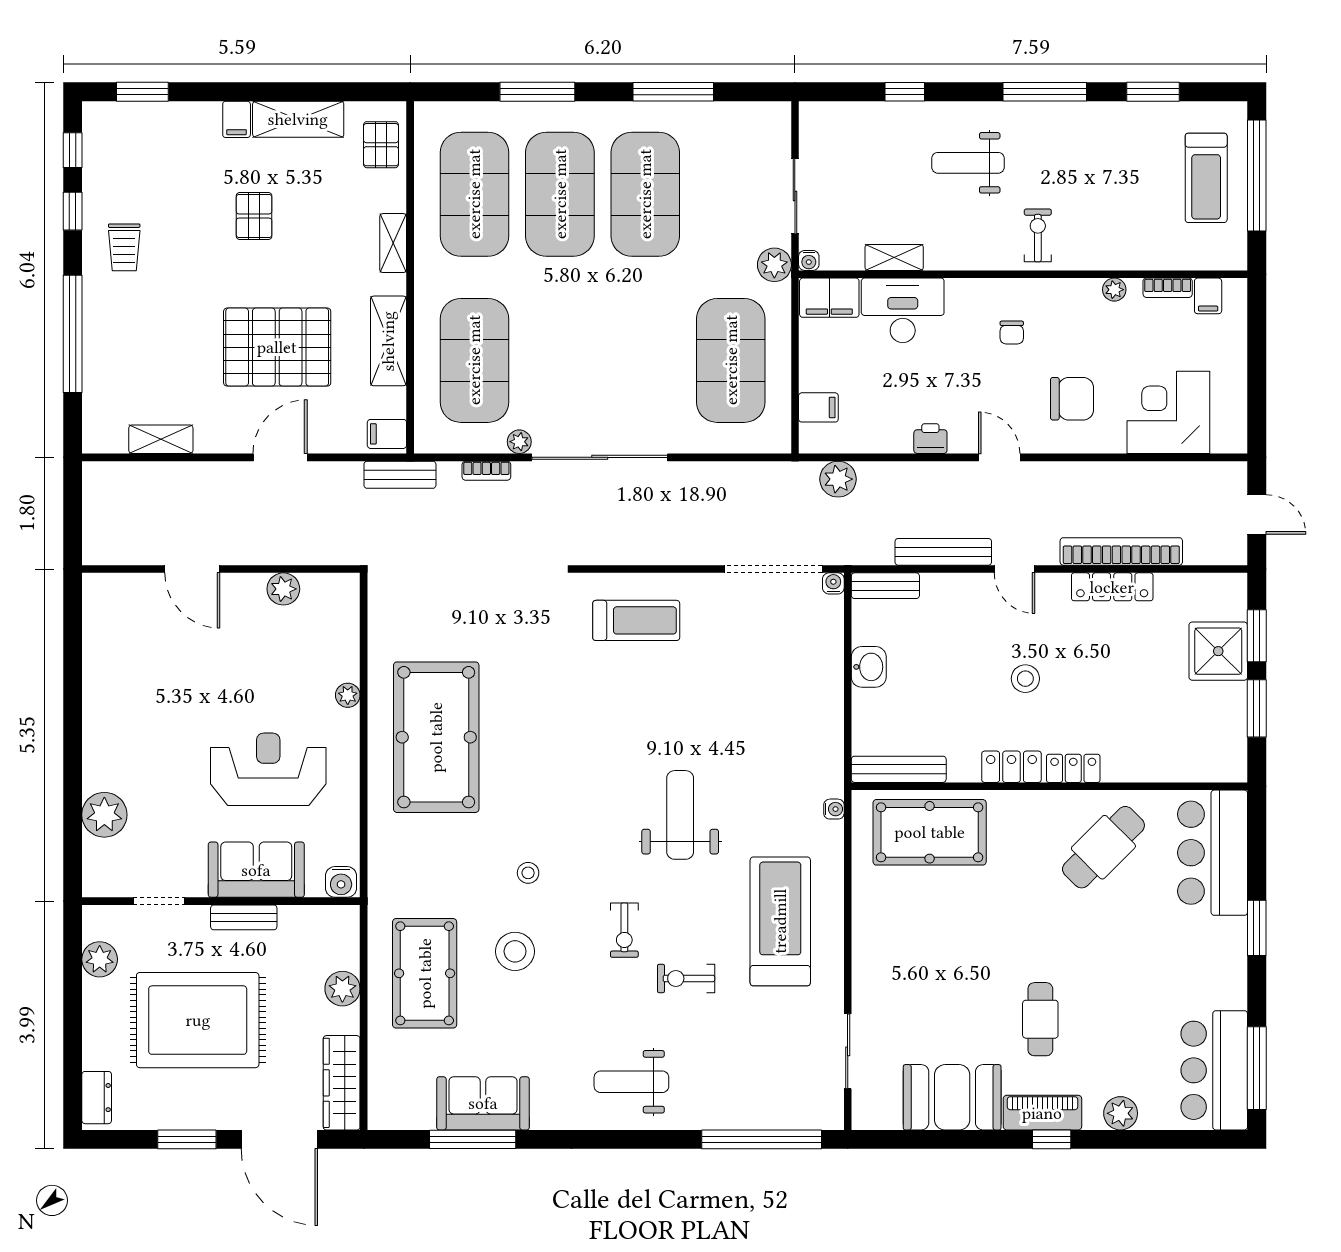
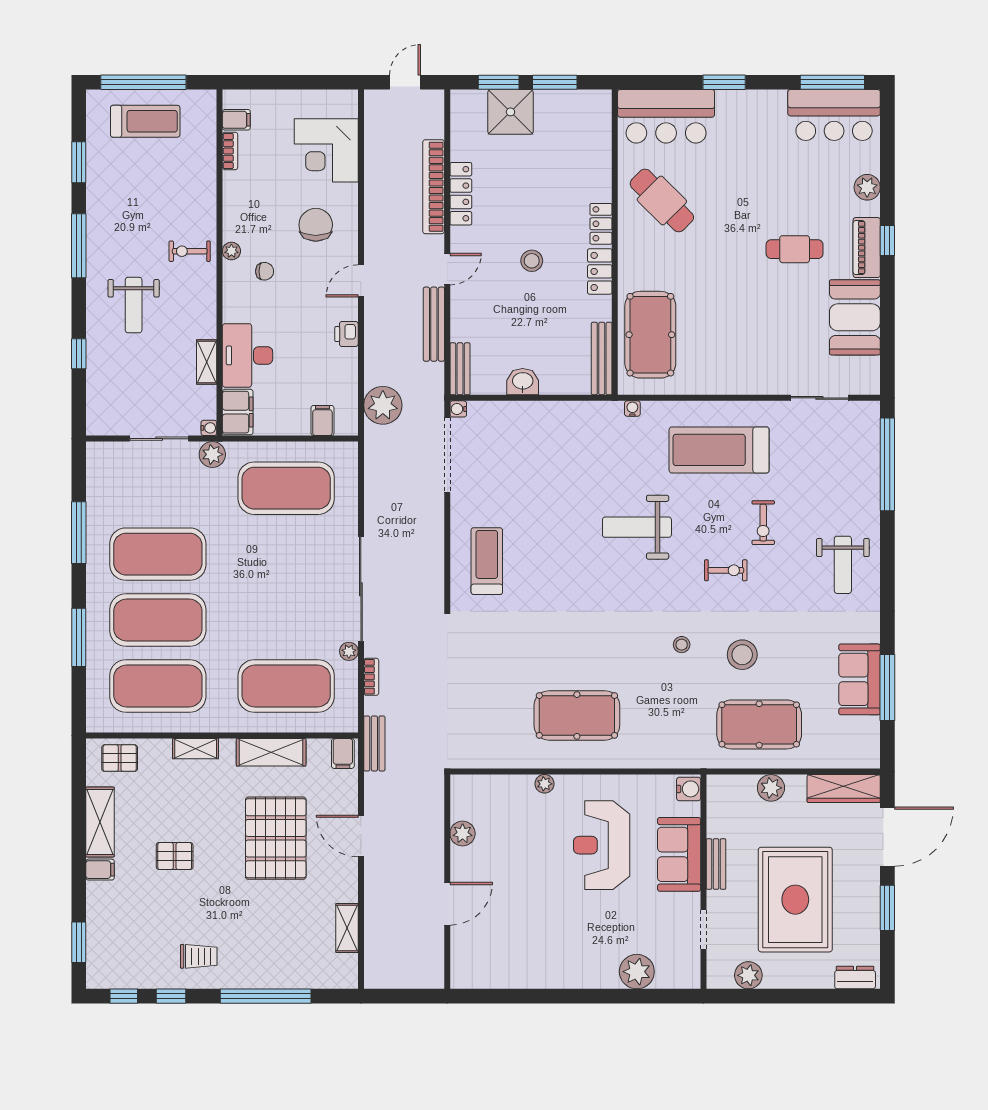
plant: (1114, 290) -> (231, 251), moved
plant: (838, 479) -> (383, 405), width x1.36, depth x1.36
pool table: (436, 737) -> (577, 715), width x0.73, depth x0.76

